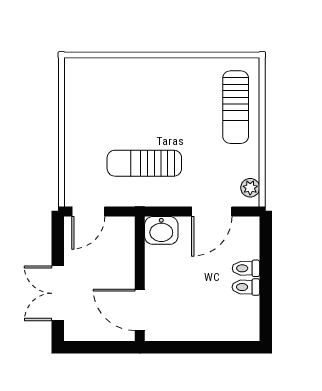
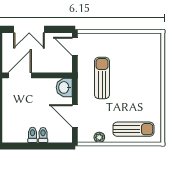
sun lounger: (236, 107) -> (133, 129), turned 180
plant: (250, 188) -> (99, 137), moved
double door: (58, 293) -> (29, 29), swing flipped

